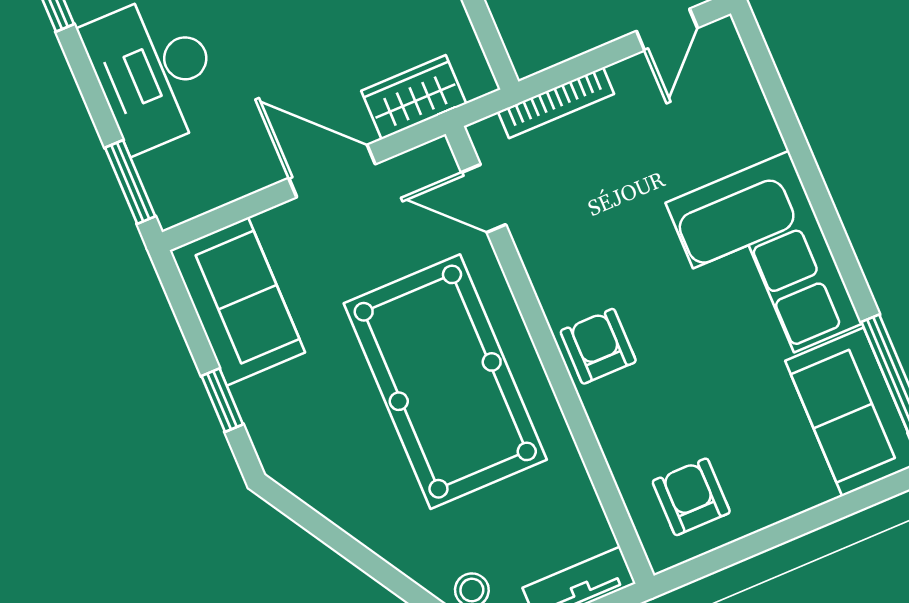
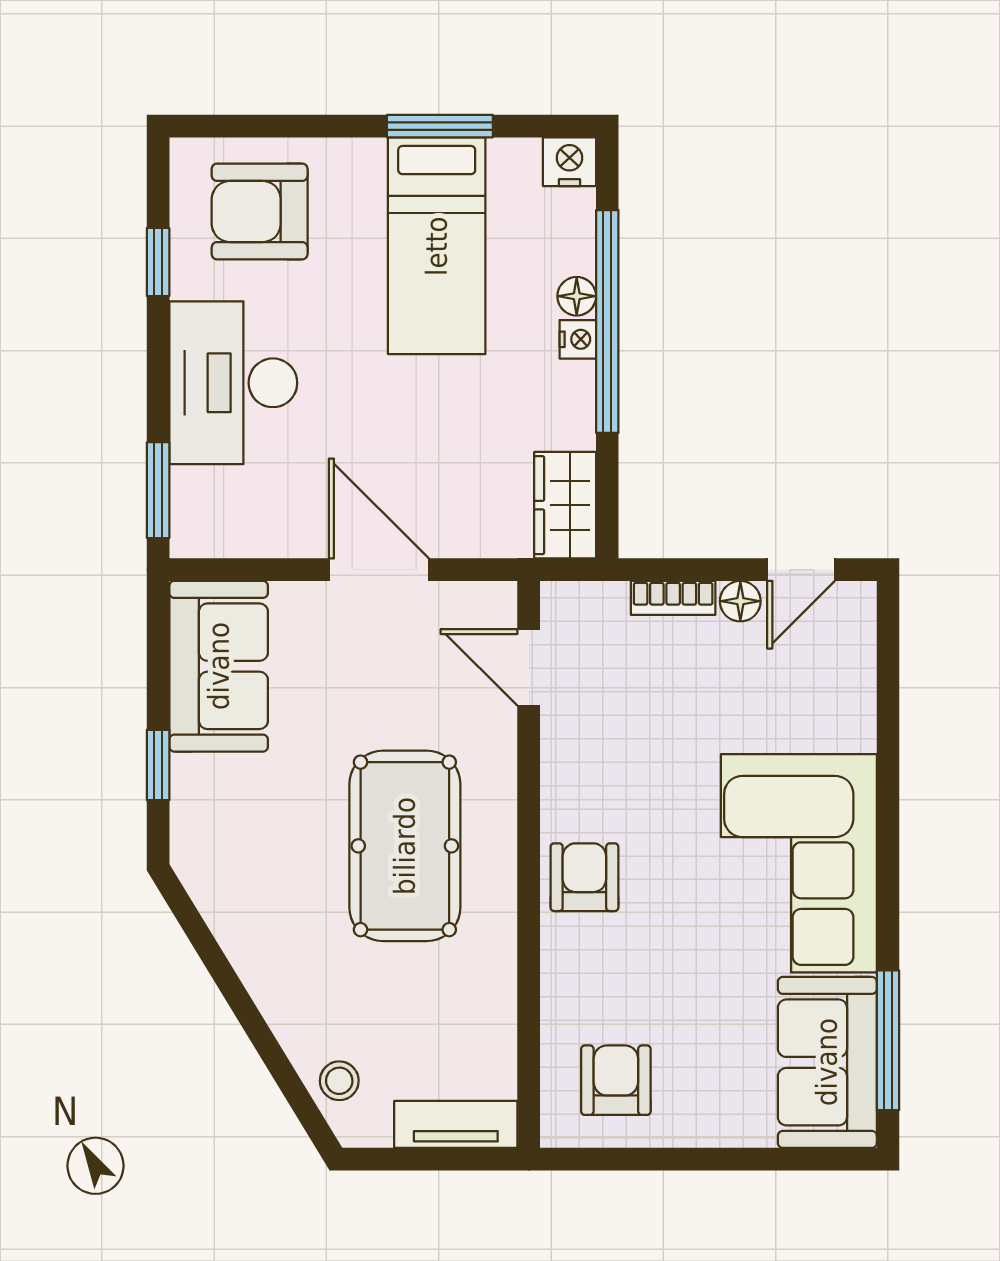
floor lamp: (629, 75) -> (740, 601), added
wardrobe: (414, 97) -> (565, 505), moved, turned -90
bookcase: (556, 103) -> (673, 598), width x0.64
pool table: (445, 382) -> (405, 846), width x0.73, depth x0.76

